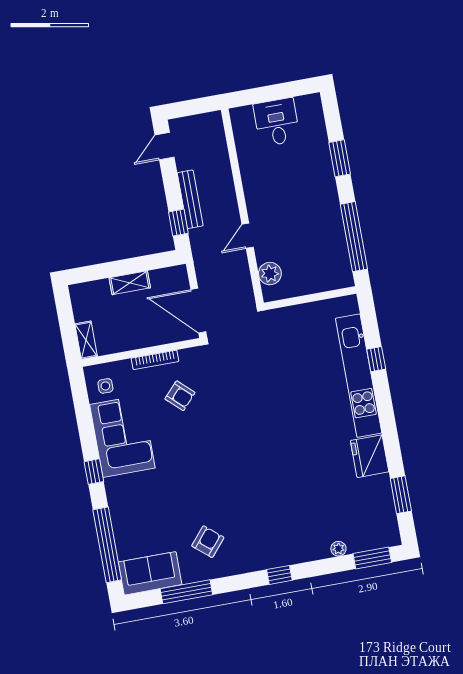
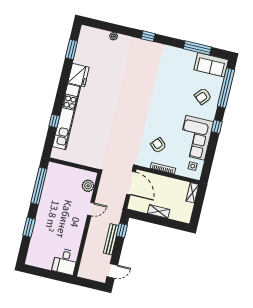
desk: (277, 122) -> (65, 262), moved
armchair: (208, 542) -> (203, 96), moved
window: (372, 558) -> (99, 24), removed

